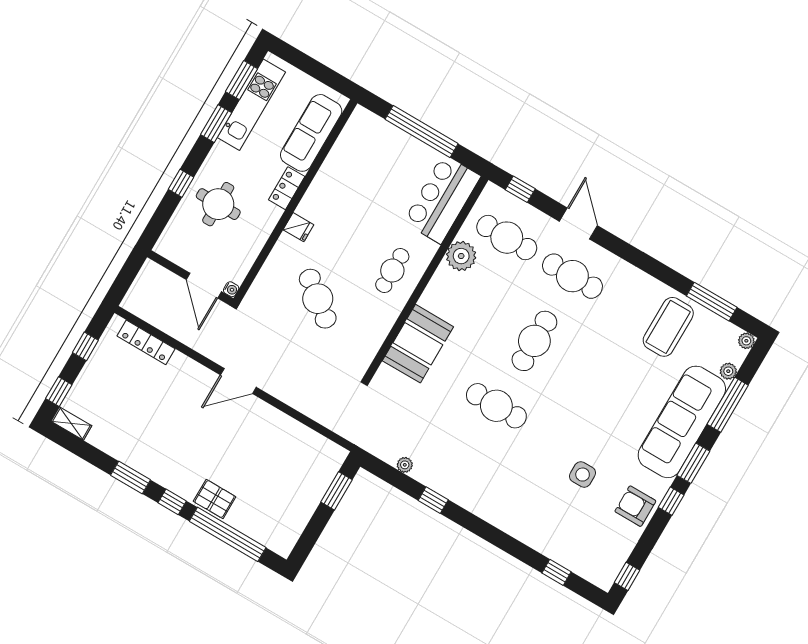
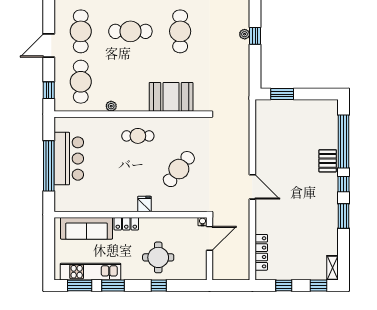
bar counter: (442, 199) -> (69, 159), moved, turned -90
plant: (461, 256) -> (111, 106), width x0.53, depth x0.53
plant: (405, 465) -> (245, 34), moved

